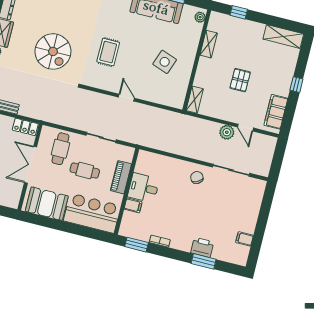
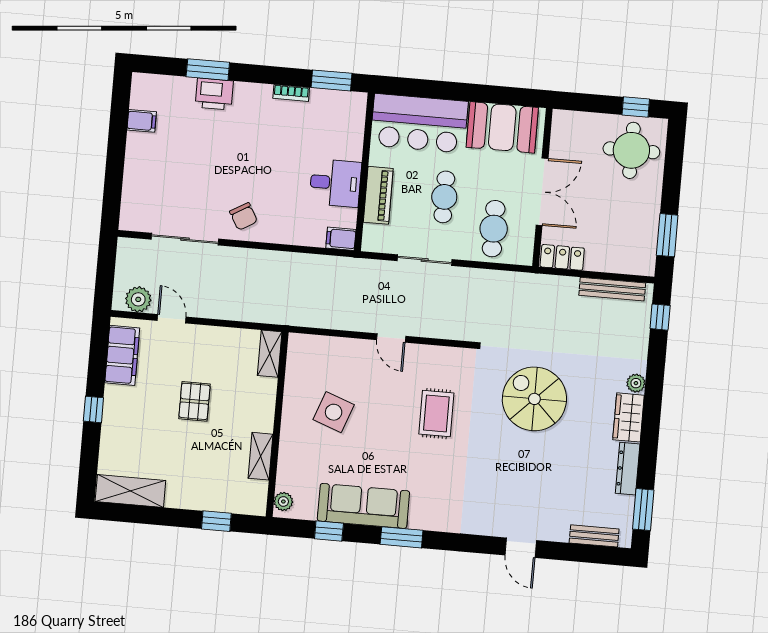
plant: (227, 132) -> (138, 299), moved
cafe table: (85, 171) -> (444, 197), turned 90
filing cabinet: (133, 205) -> (341, 239), moved

